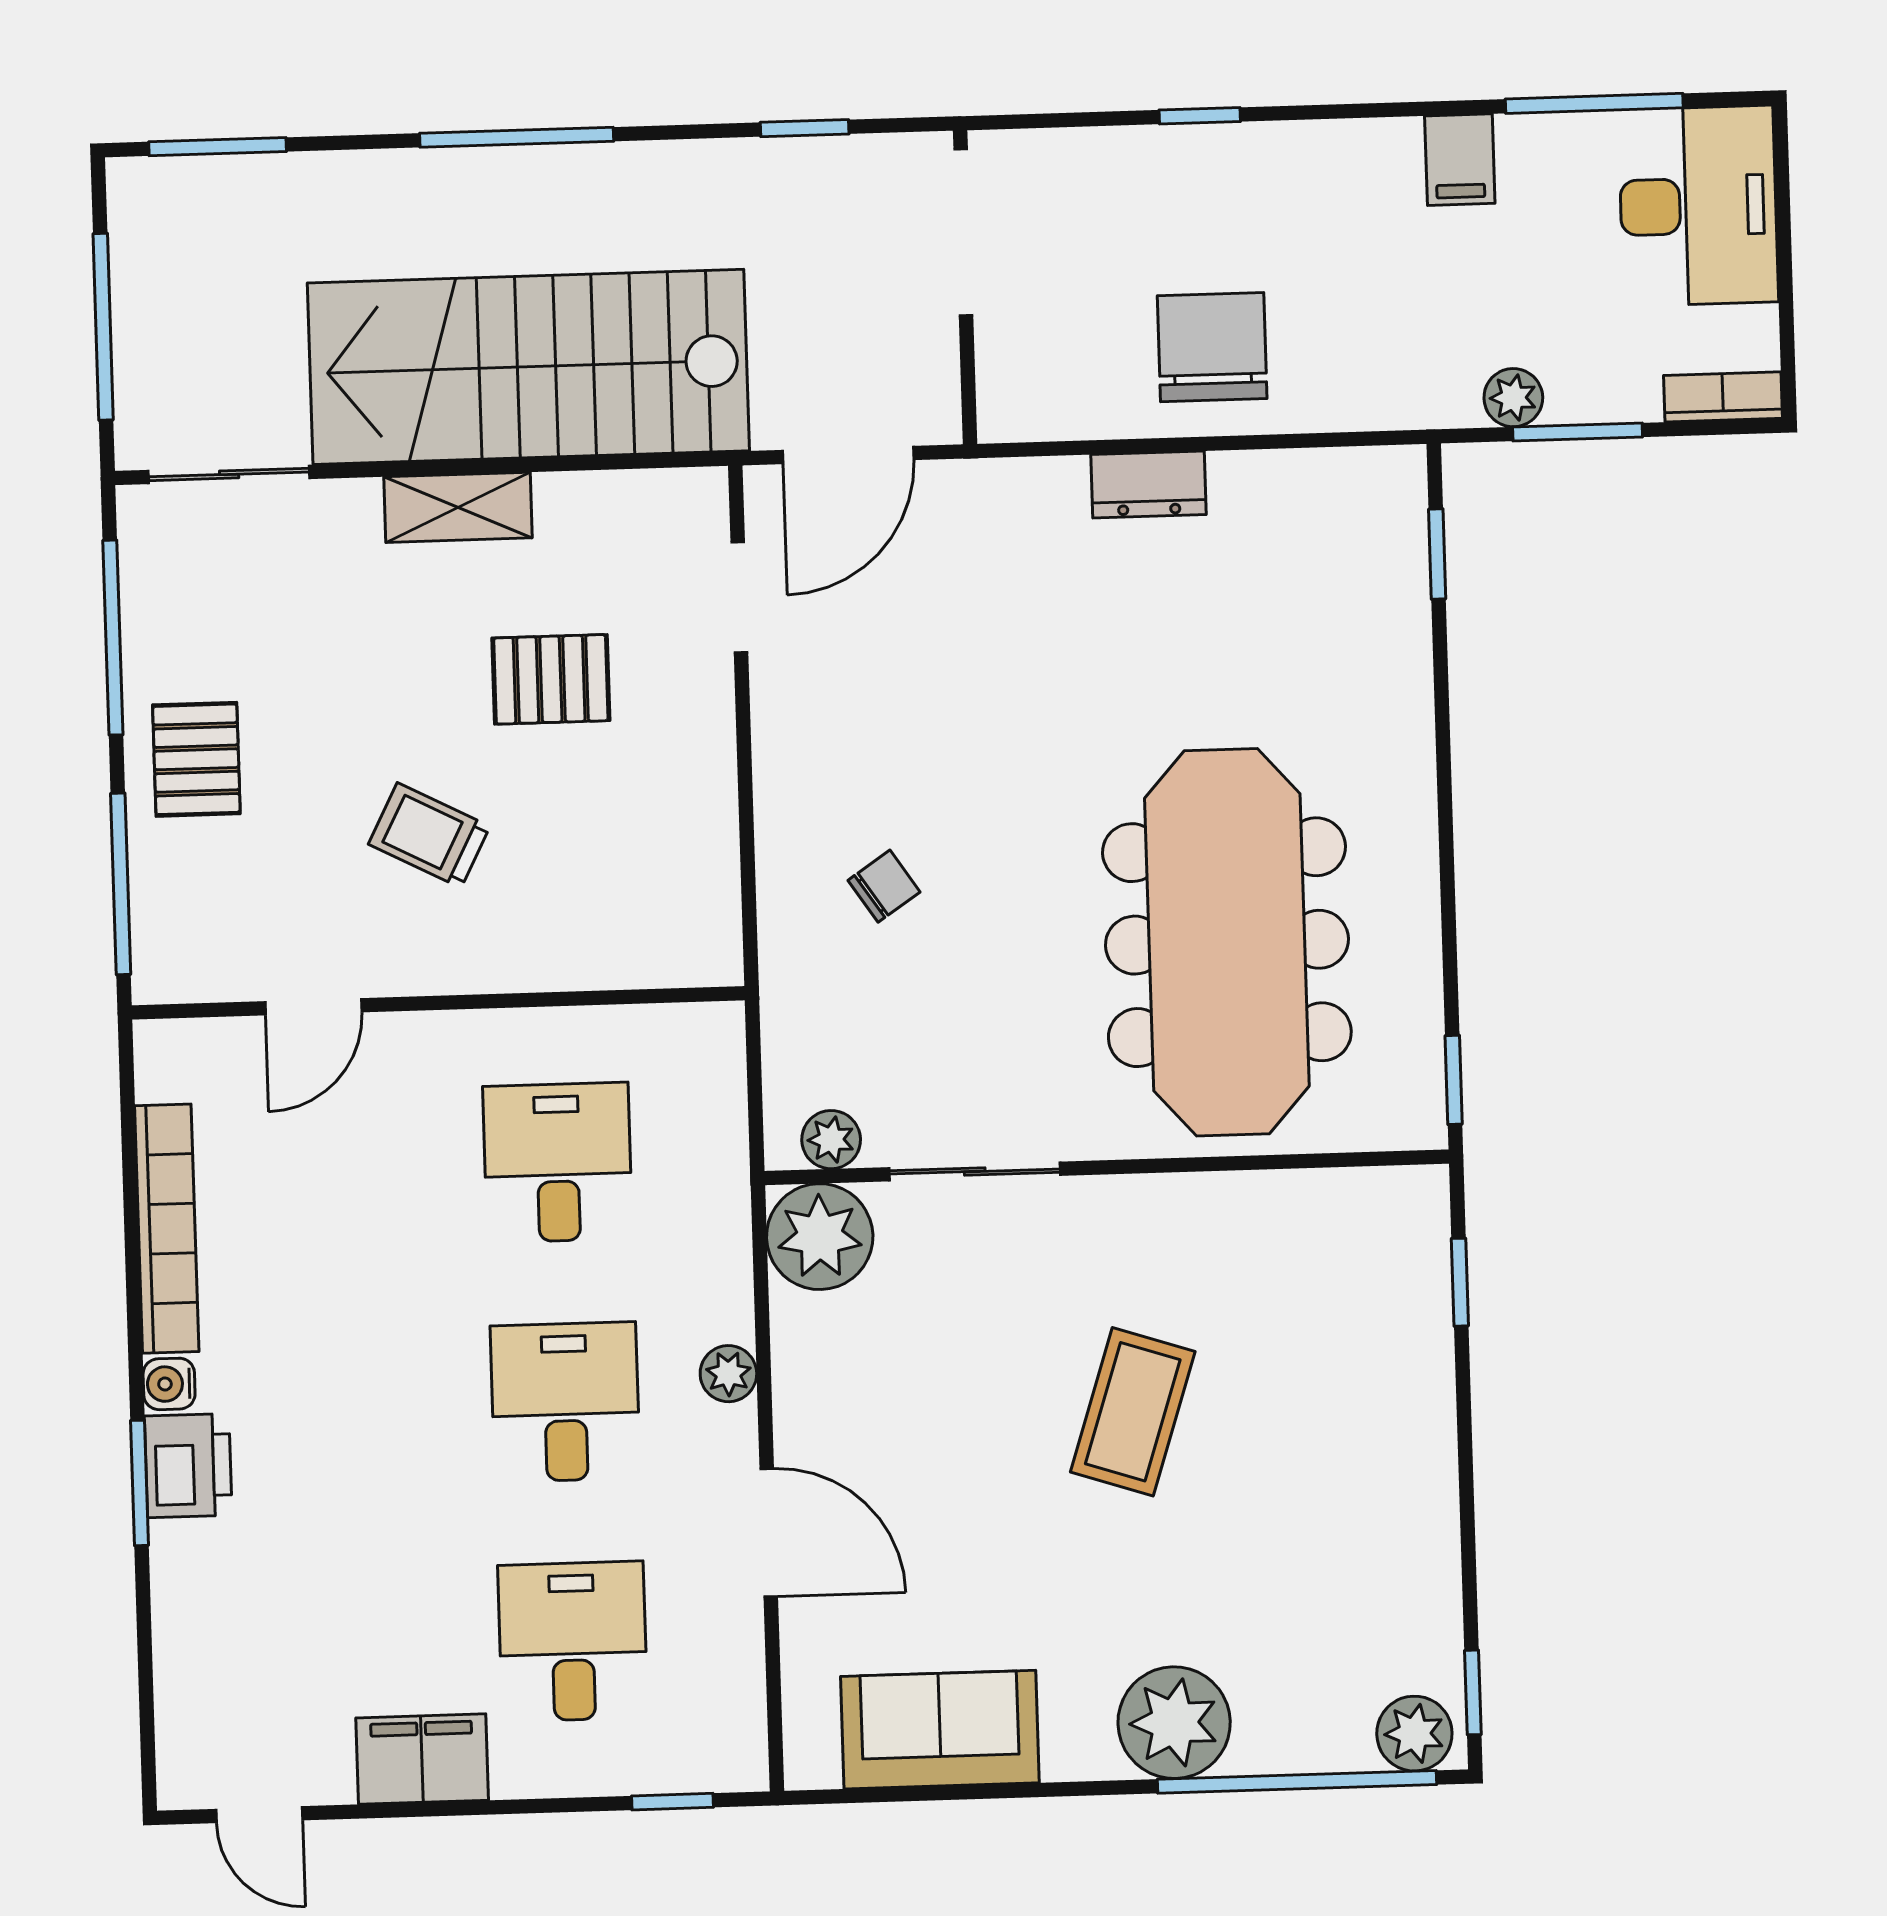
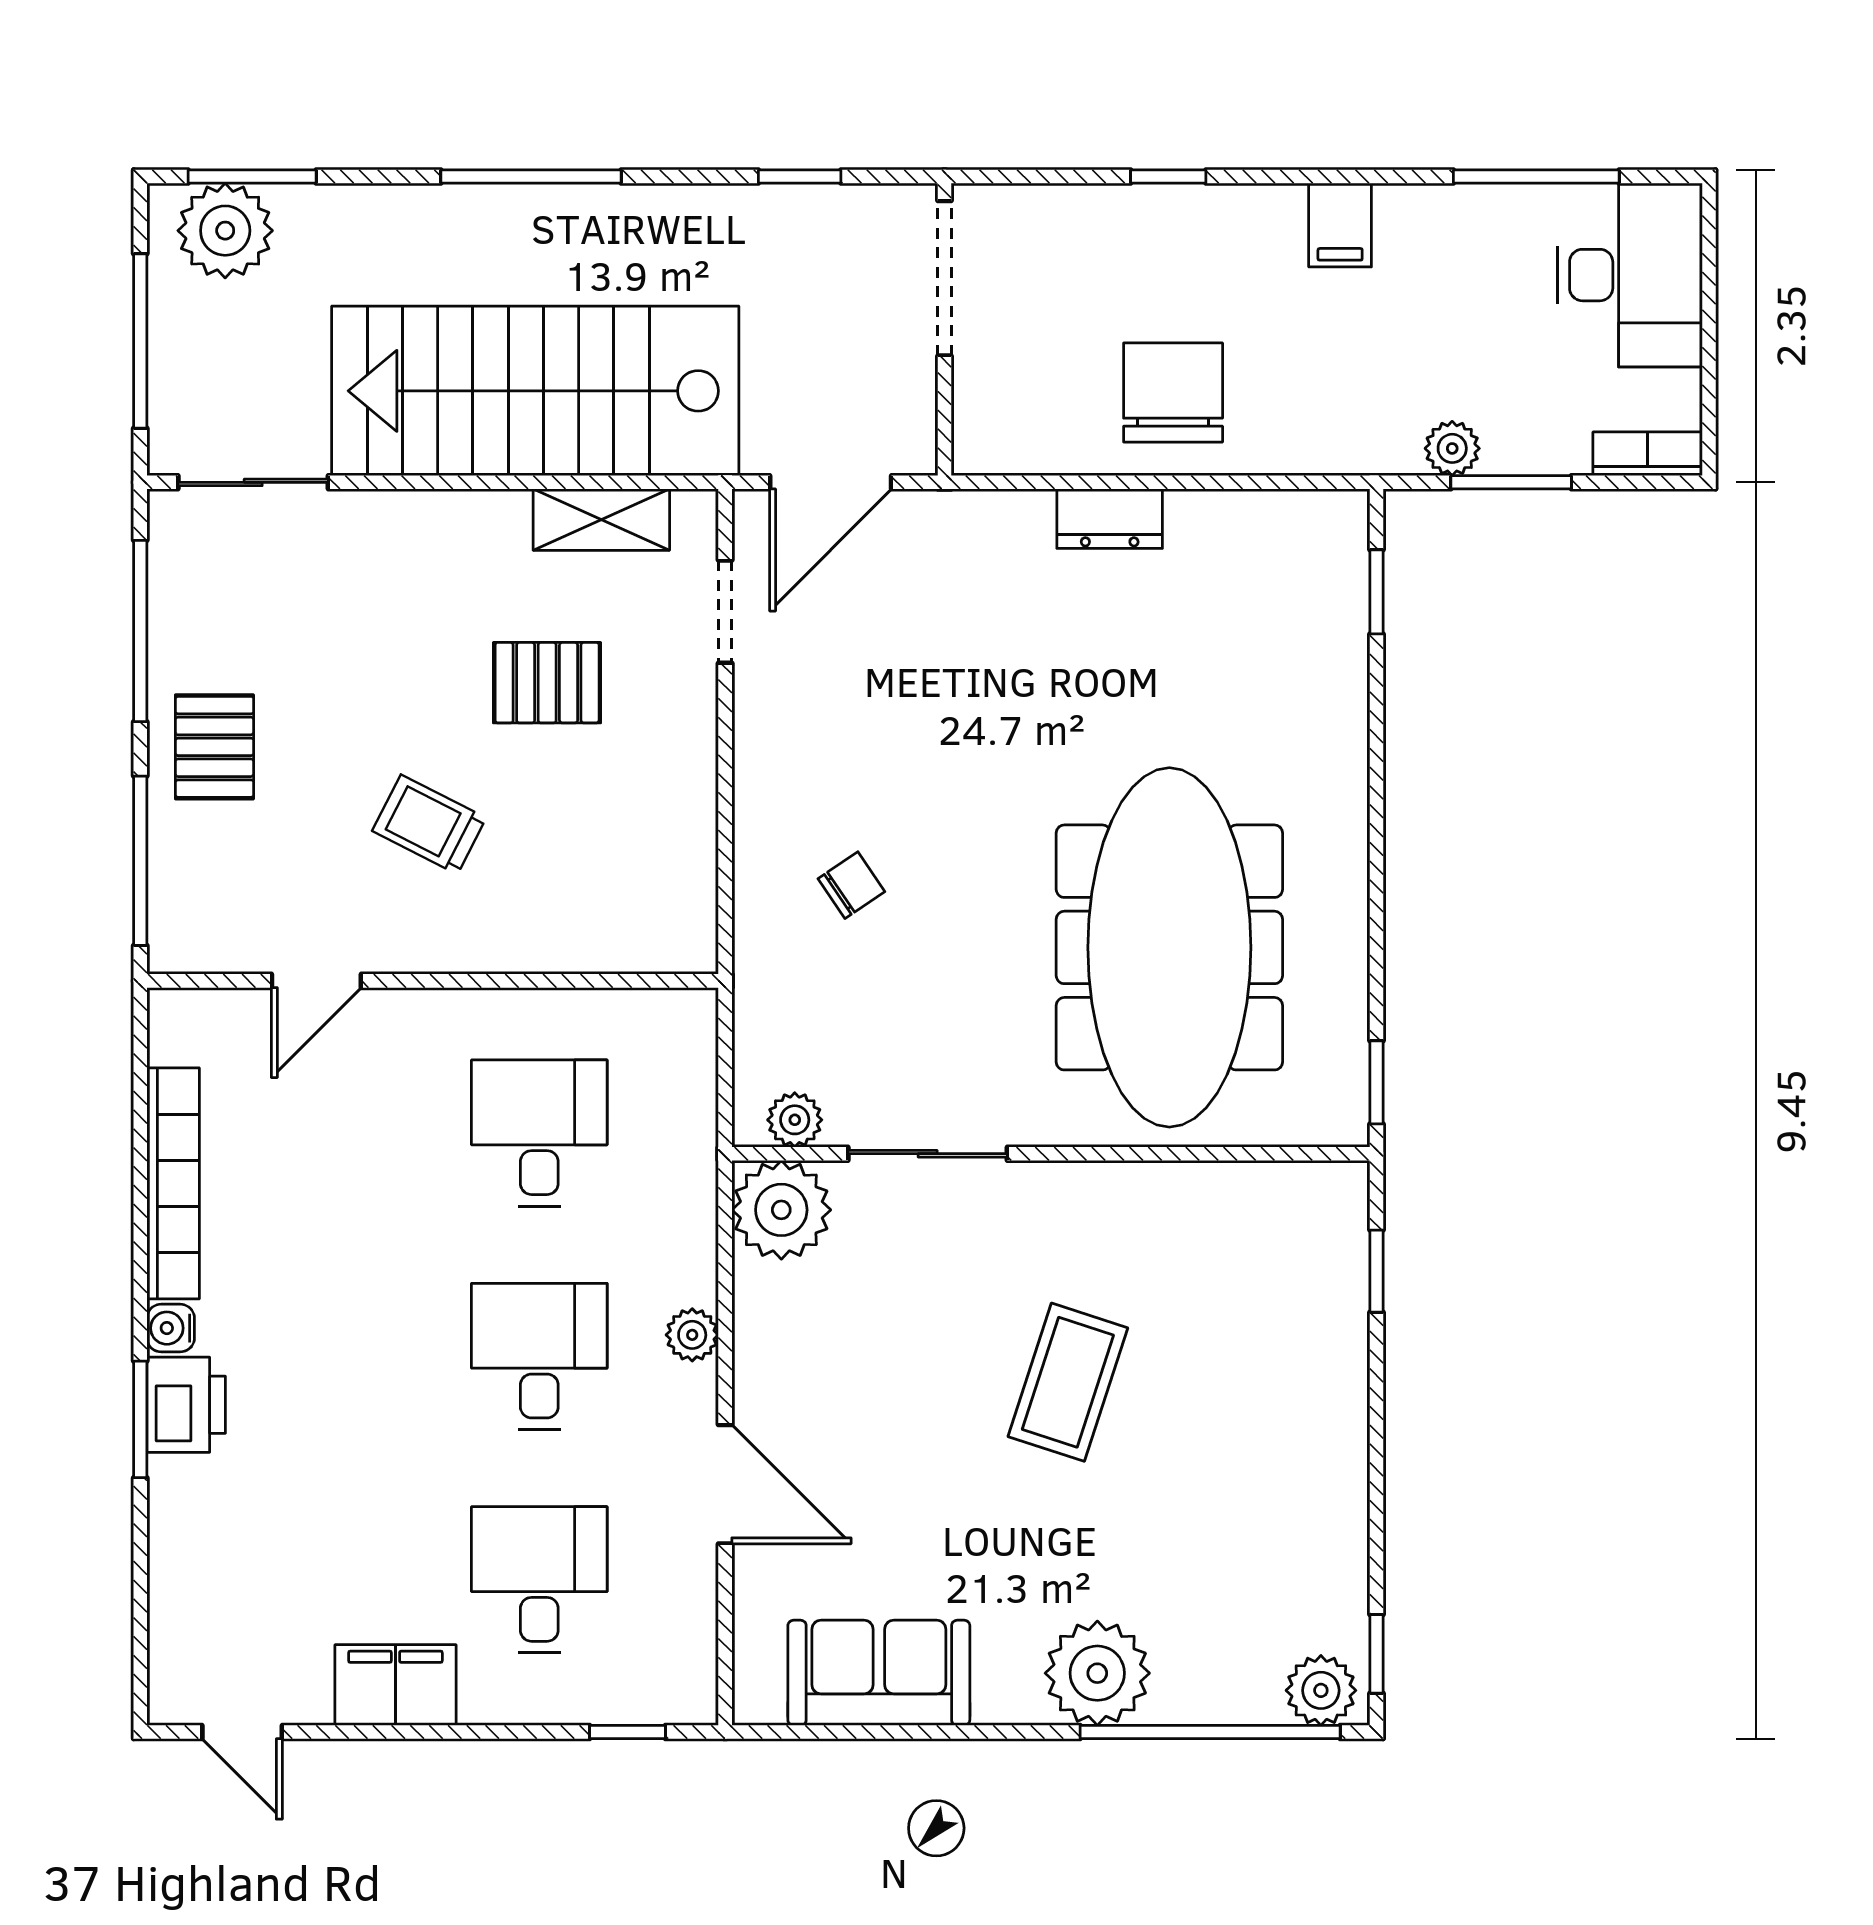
filing cabinet: (1460, 160) -> (1340, 225), moved
plant: (191, 206) -> (225, 231), added
shelving: (458, 507) -> (601, 520), moved

